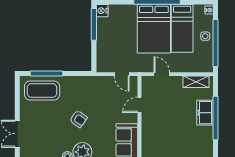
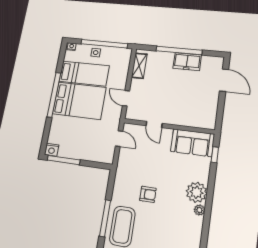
door: (122, 74) -> (119, 139), hinge flipped
door: (162, 74) -> (126, 98), hinge flipped
freezer: (205, 113) -> (187, 62), moved
armchair: (78, 119) -> (148, 194), moved, turned 54

